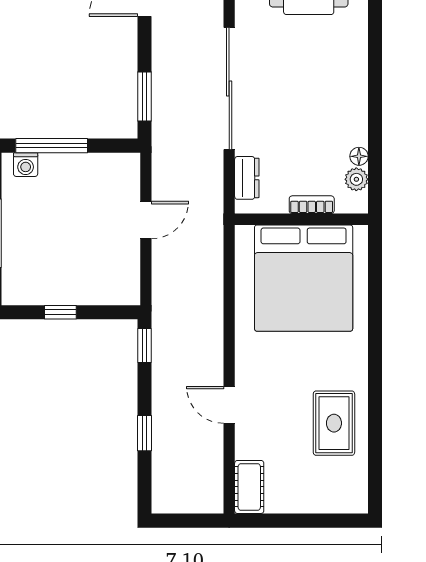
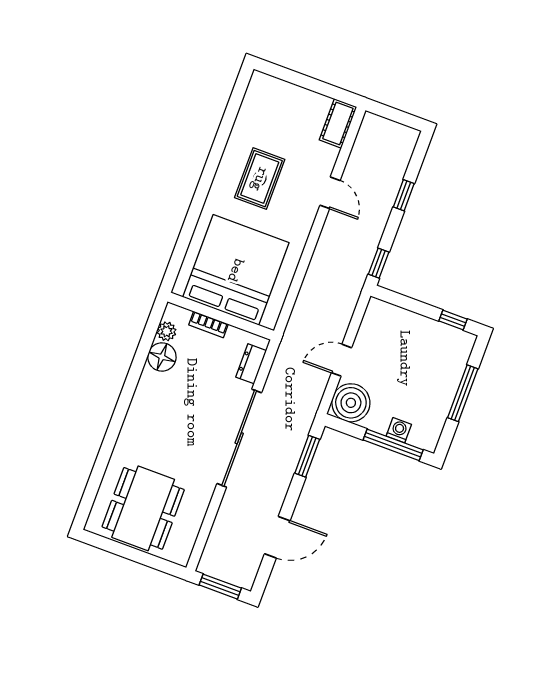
floor lamp: (359, 156) -> (162, 357), width x1.89, depth x1.89
washing machine: (26, 165) -> (399, 430), moved
boiler: (117, 176) -> (351, 403), added
window: (60, 312) -> (453, 320), moved
rug: (334, 423) -> (260, 179), moved

